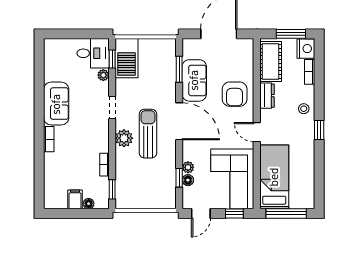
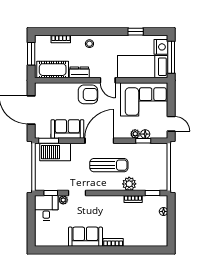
nightstand: (306, 49) -> (161, 47), moved, turned 90
barbecue: (127, 58) -> (55, 152), moved, turned 180
window: (179, 69) -> (49, 141), moved
armchair: (235, 94) -> (88, 94), moved
doorway: (112, 108) -> (77, 193), moved
window: (319, 130) -> (136, 32), moved
door: (257, 132) -> (108, 80), hinge flipped
sun lounger: (148, 134) -> (109, 165), turned 180
plant: (124, 138) -> (129, 184), moved
filing cabinet: (75, 199) -> (160, 222), removed
window: (234, 213) -> (171, 98), removed

